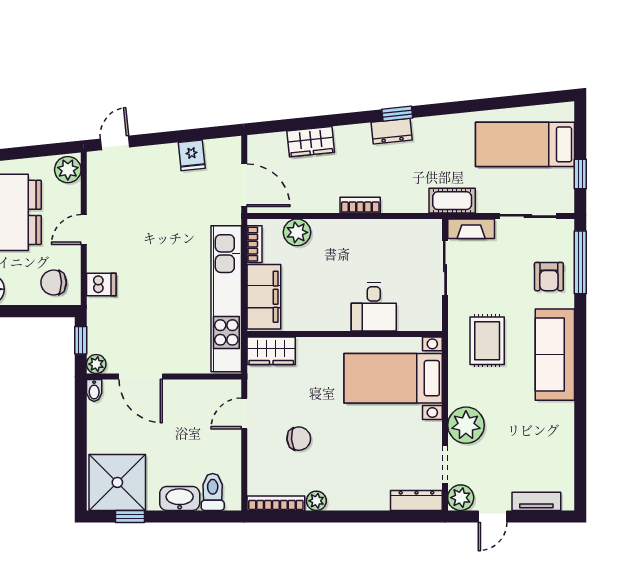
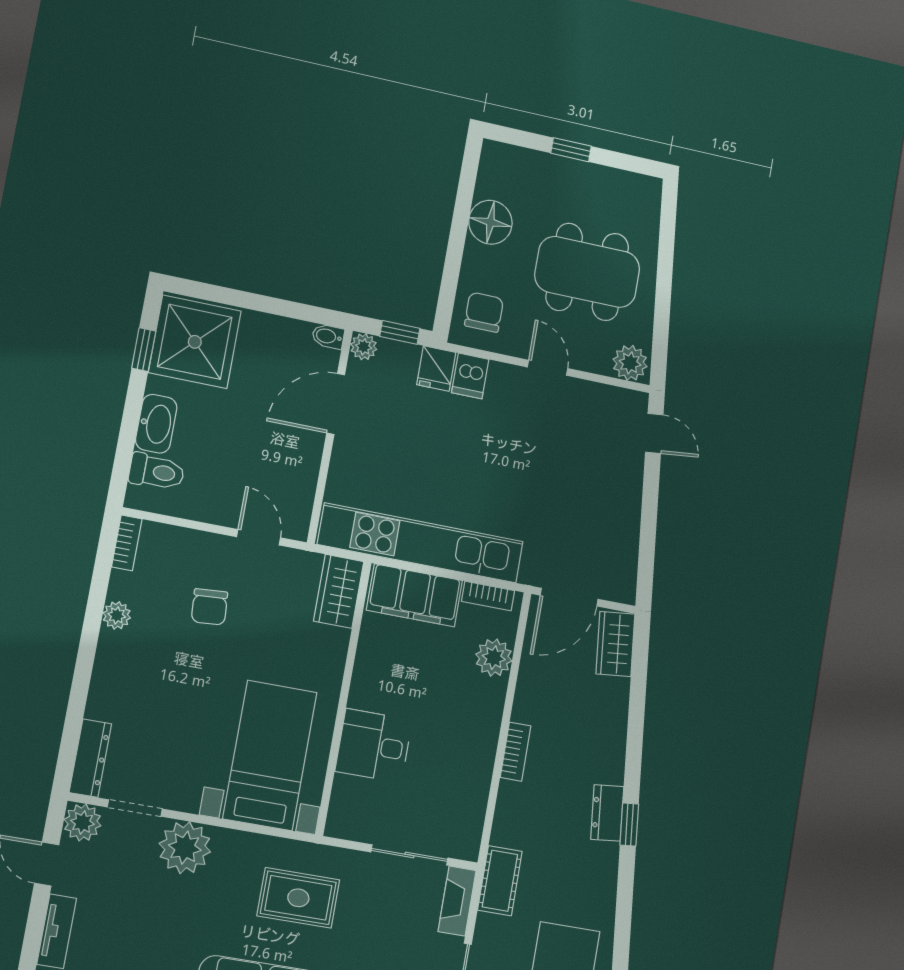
wardrobe: (311, 142) -> (615, 644), moved
fridge: (192, 155) -> (436, 369), moved, turned -84
bookcase: (276, 503) -> (127, 543), width x0.64

